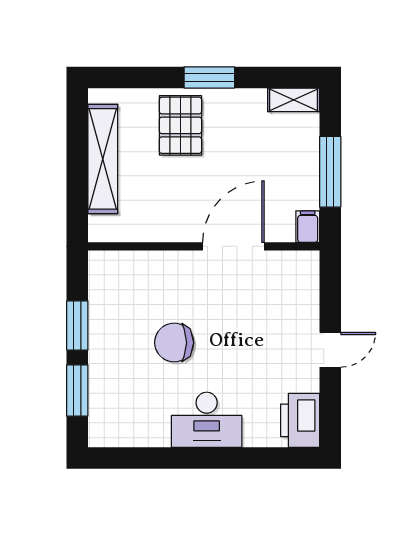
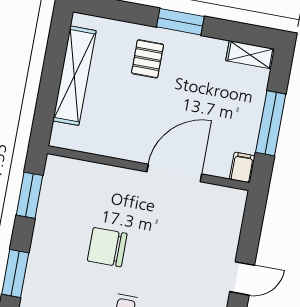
pallet: (180, 125) -> (148, 59), width x0.67, depth x0.71
window: (77, 325) -> (30, 195), moved

